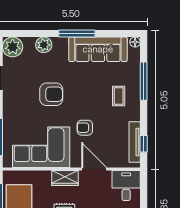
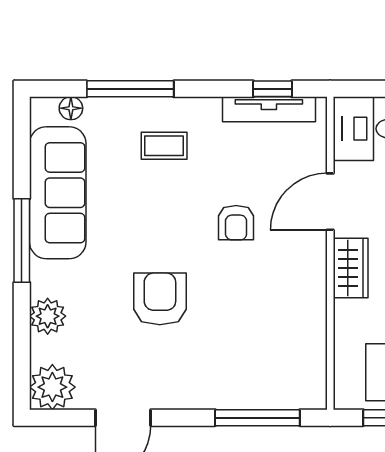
floor lamp: (135, 42) -> (71, 108), moved
corner sofa: (41, 147) -> (281, 322), removed

